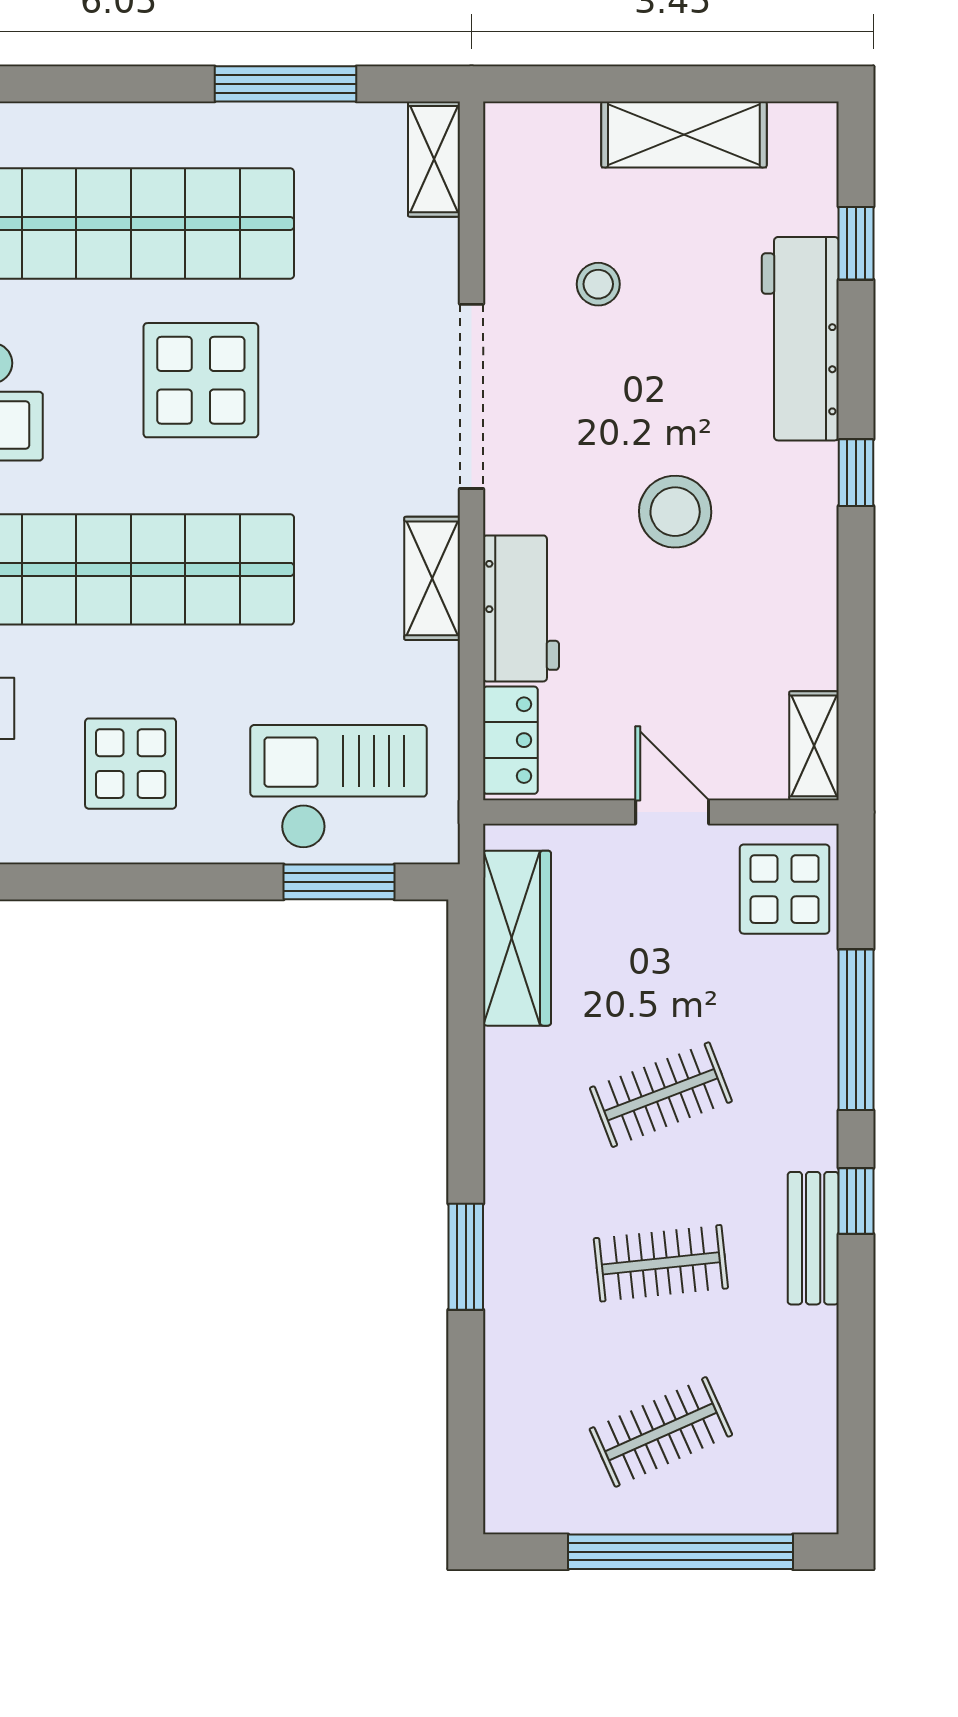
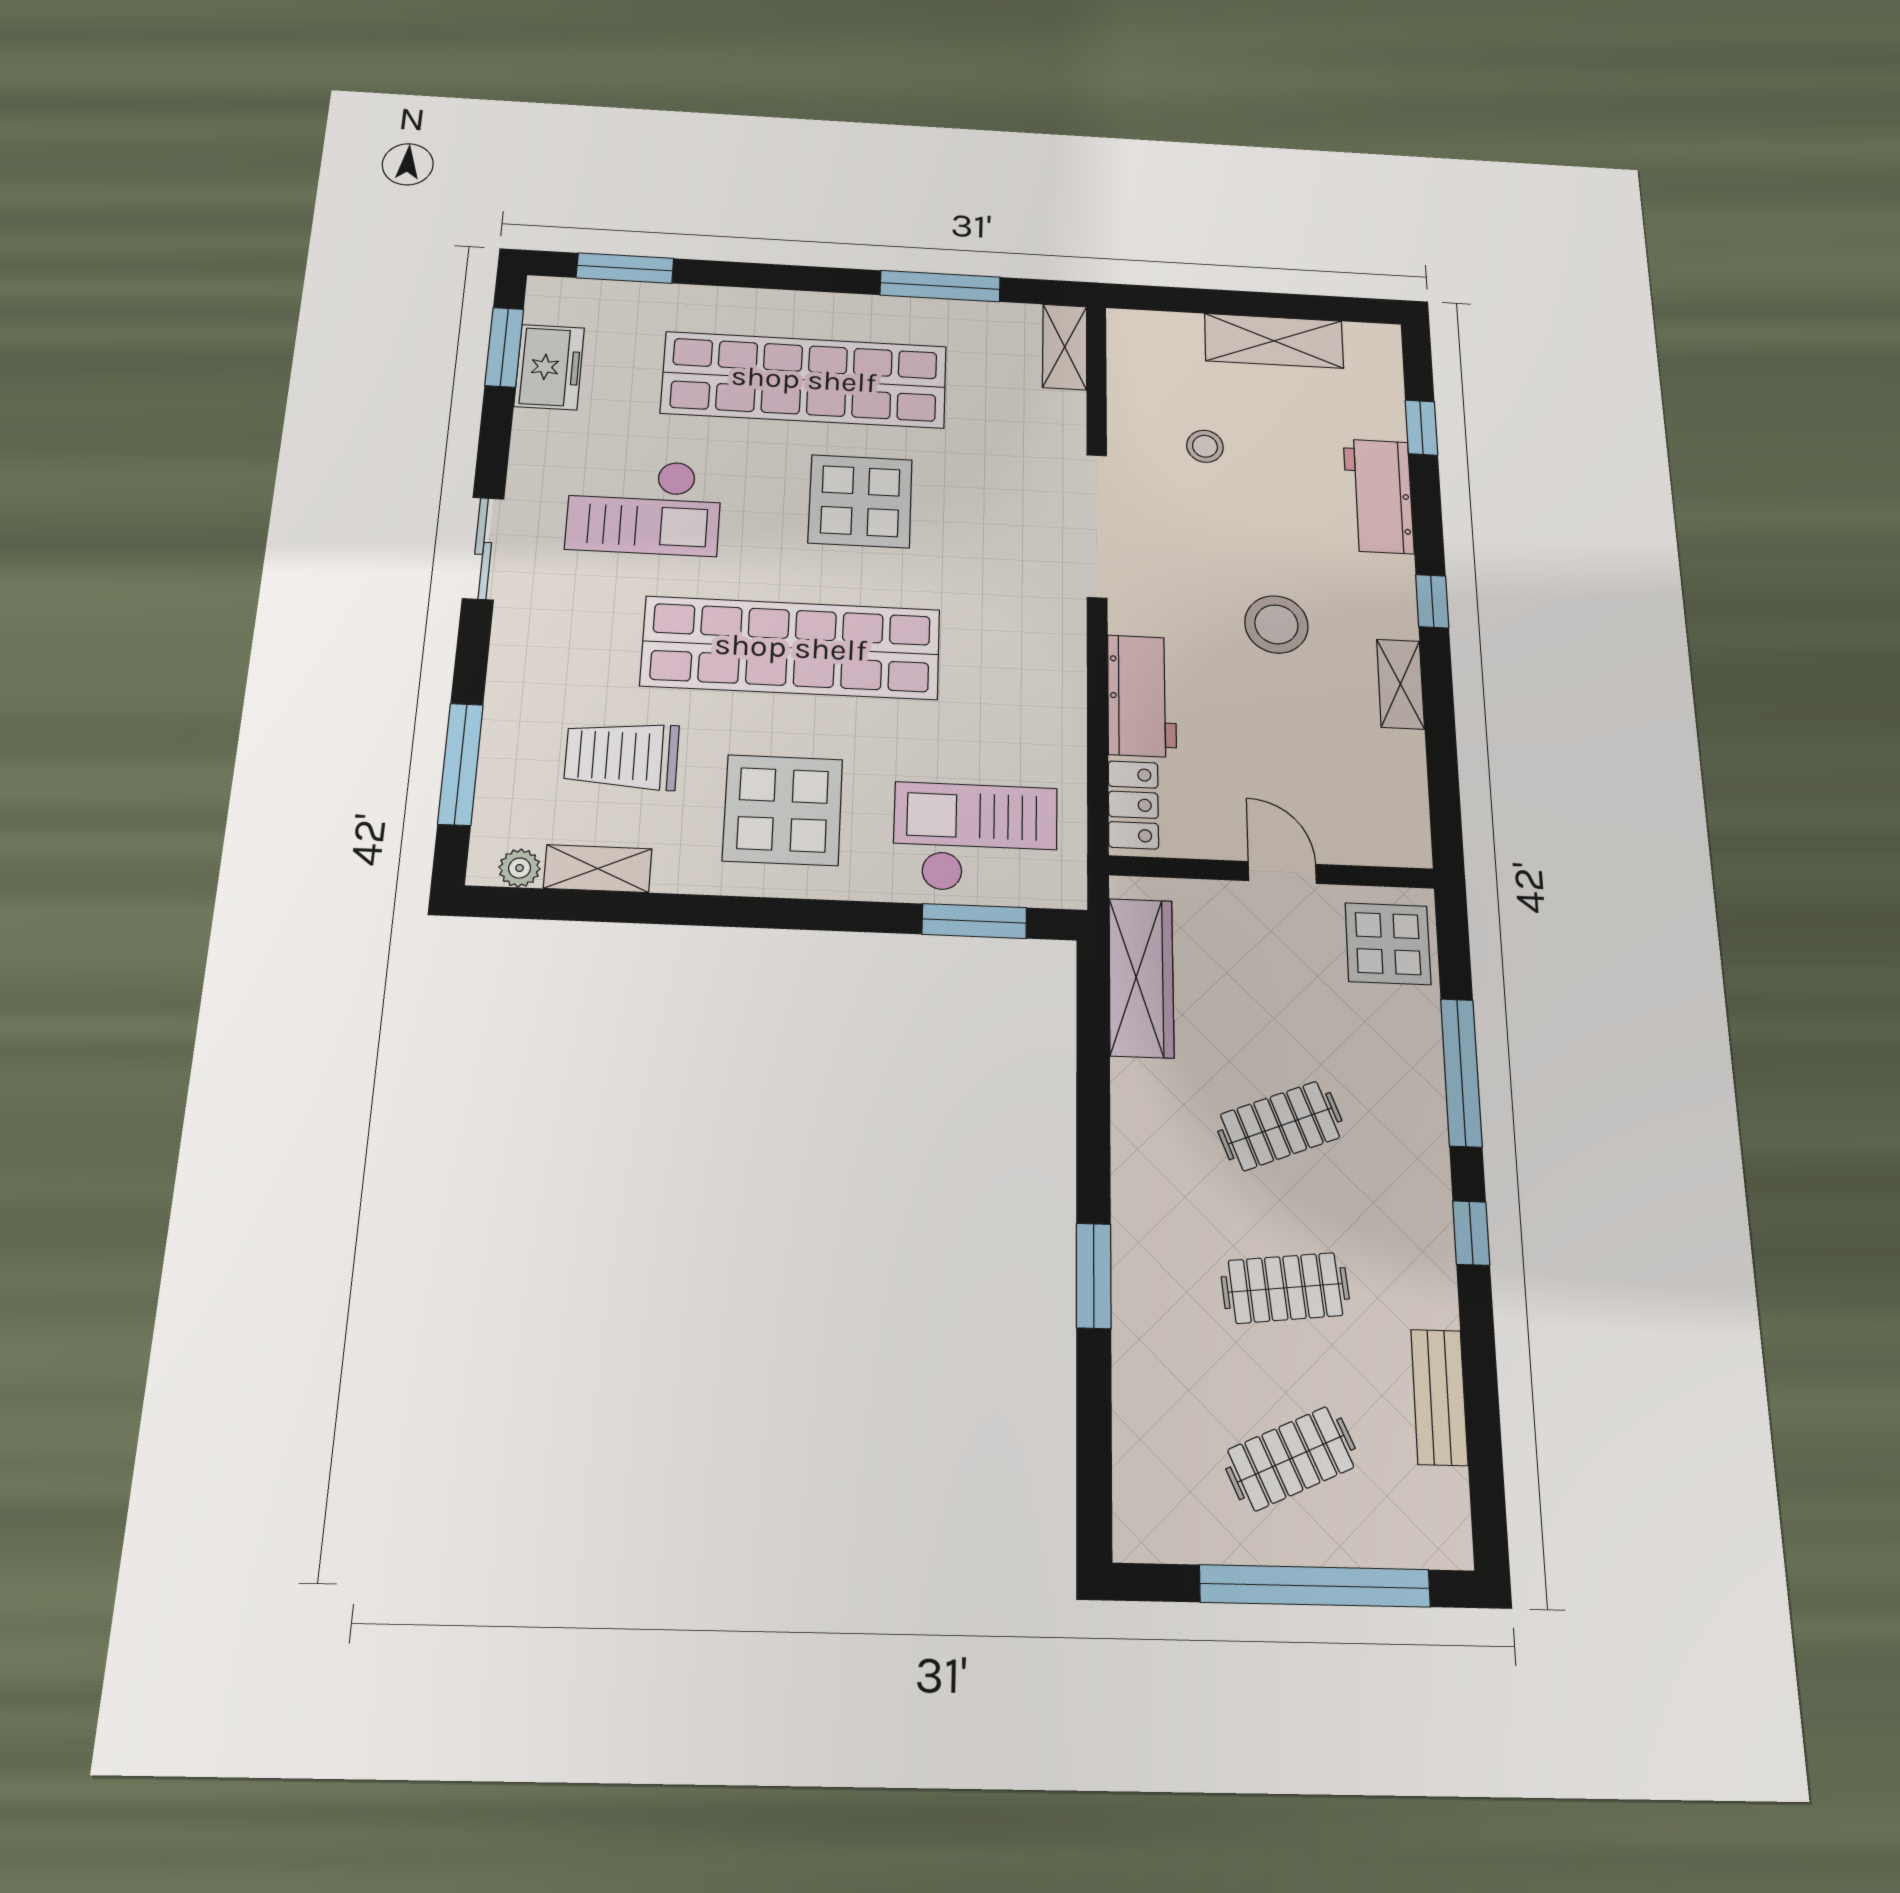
workbench: (800, 339) -> (1379, 496), width x0.73
shelving: (432, 578) -> (1062, 668), removed
shelving: (814, 746) -> (1401, 684), moved
display table: (131, 764) -> (783, 810), width x1.36, depth x1.36
bench: (813, 1238) -> (1439, 1397), moved

